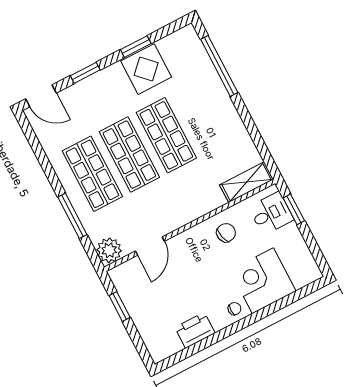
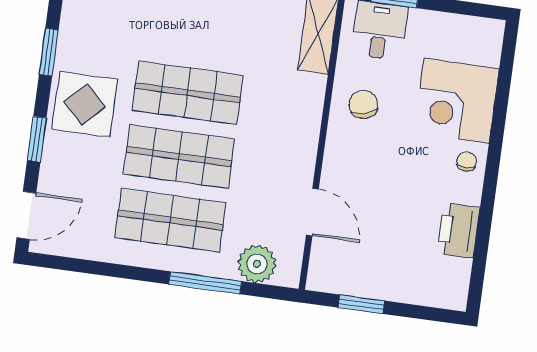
display table: (146, 69) -> (85, 104), moved
plant: (109, 250) -> (257, 264), moved

